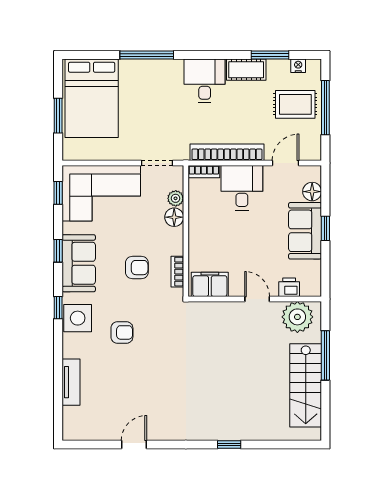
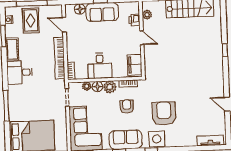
desk: (242, 188) -> (100, 66), moved, turned -90
plant: (173, 239) -> (110, 87), added
door: (257, 299) -> (142, 38), swing flipped
plant: (297, 317) -> (147, 15), width x0.53, depth x0.53
armchair: (122, 332) -> (164, 113), width x1.88, depth x1.88
tv unit: (71, 382) -> (210, 141), moved

